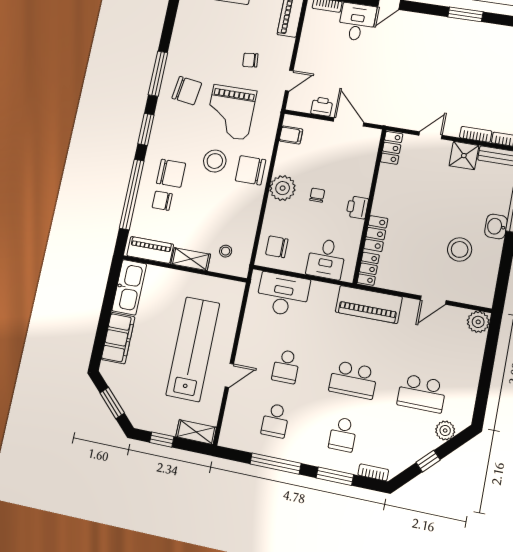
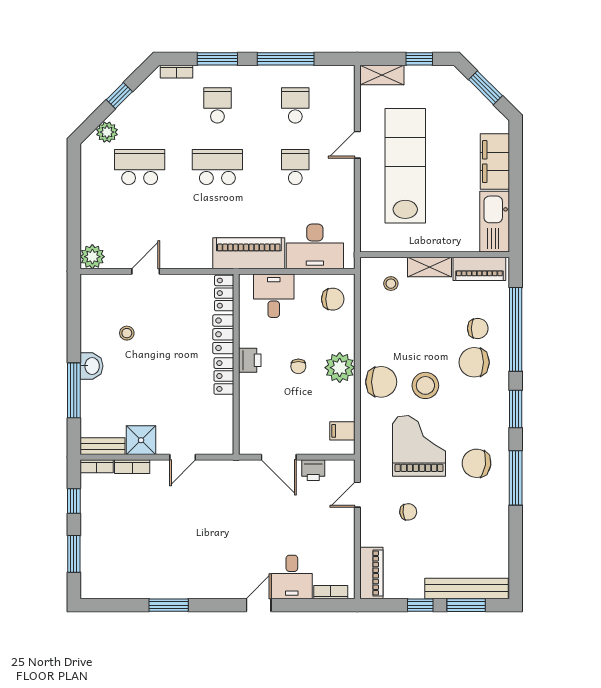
locker: (392, 148) -> (224, 376), moved
stool: (460, 249) -> (127, 333), width x0.53, depth x0.53
piano: (369, 304) -> (249, 253), moved
lab bench: (193, 349) -> (405, 166), turned 180

